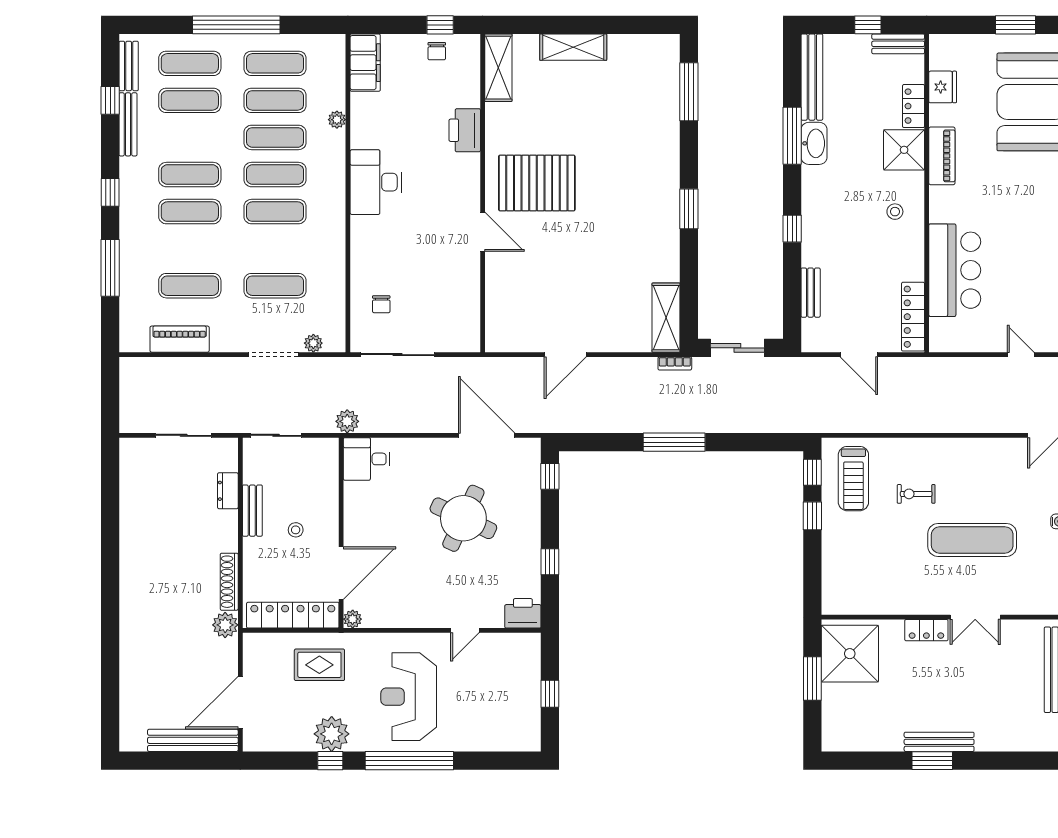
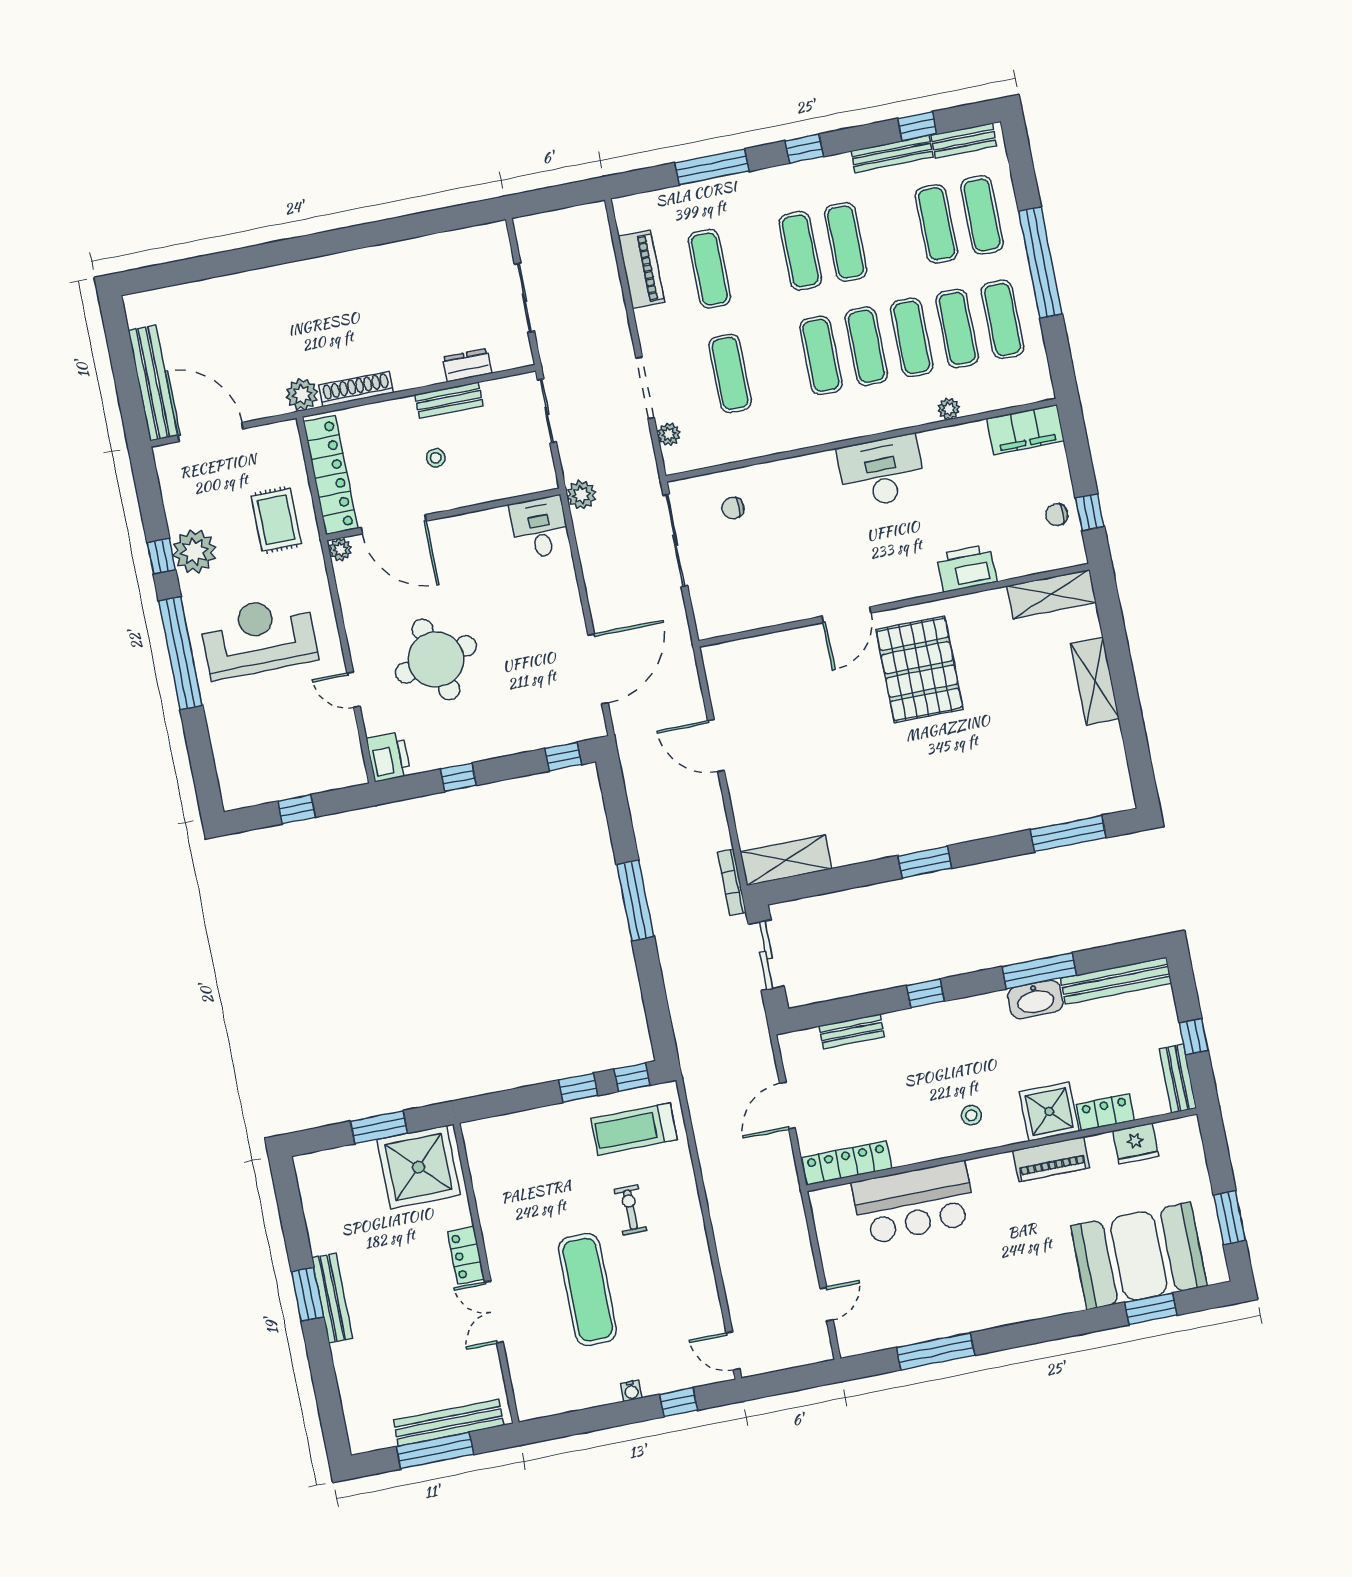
bookcase: (675, 363) -> (732, 882), width x1.56
round table: (463, 518) -> (436, 659), moved, turned -38

